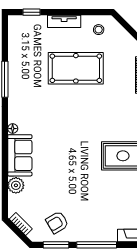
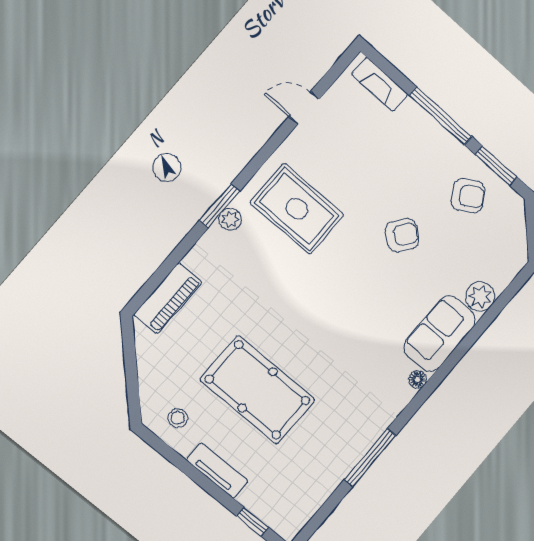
armchair: (71, 182) -> (402, 235), added
bookcase: (21, 224) -> (519, 237), removed

